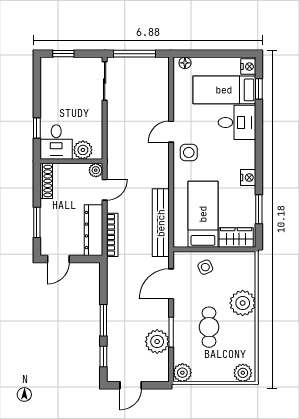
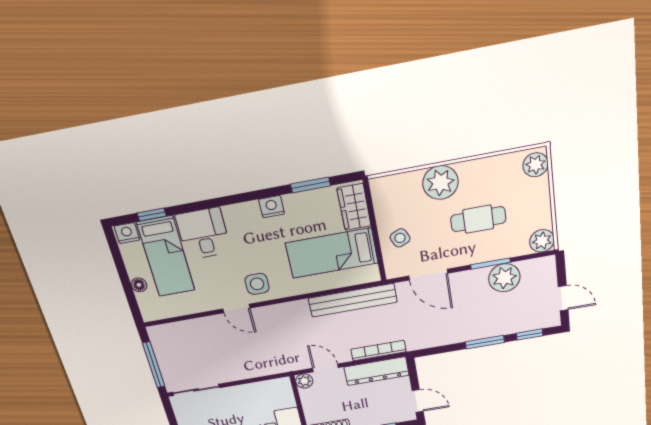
floor lamp: (185, 63) -> (139, 285), moved
plant: (83, 150) -> (284, 398), removed

